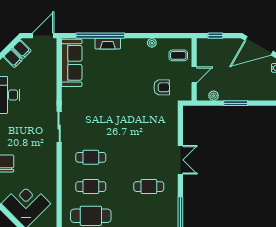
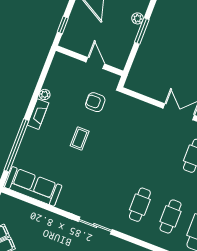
fireplace: (108, 44) -> (38, 114), moved
coffee table: (178, 55) -> (80, 139), moved
armchair: (162, 87) -> (95, 102), turned -89
plant: (214, 96) -> (138, 18), moved

